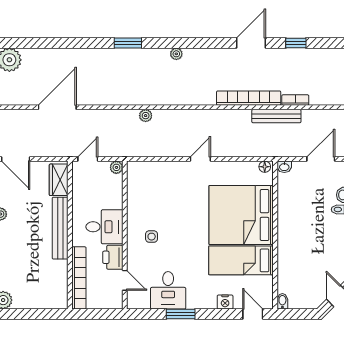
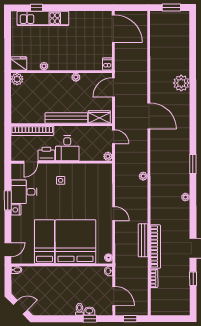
bench: (276, 116) -> (143, 240), moved
nightstand: (225, 302) -> (16, 210), moved

